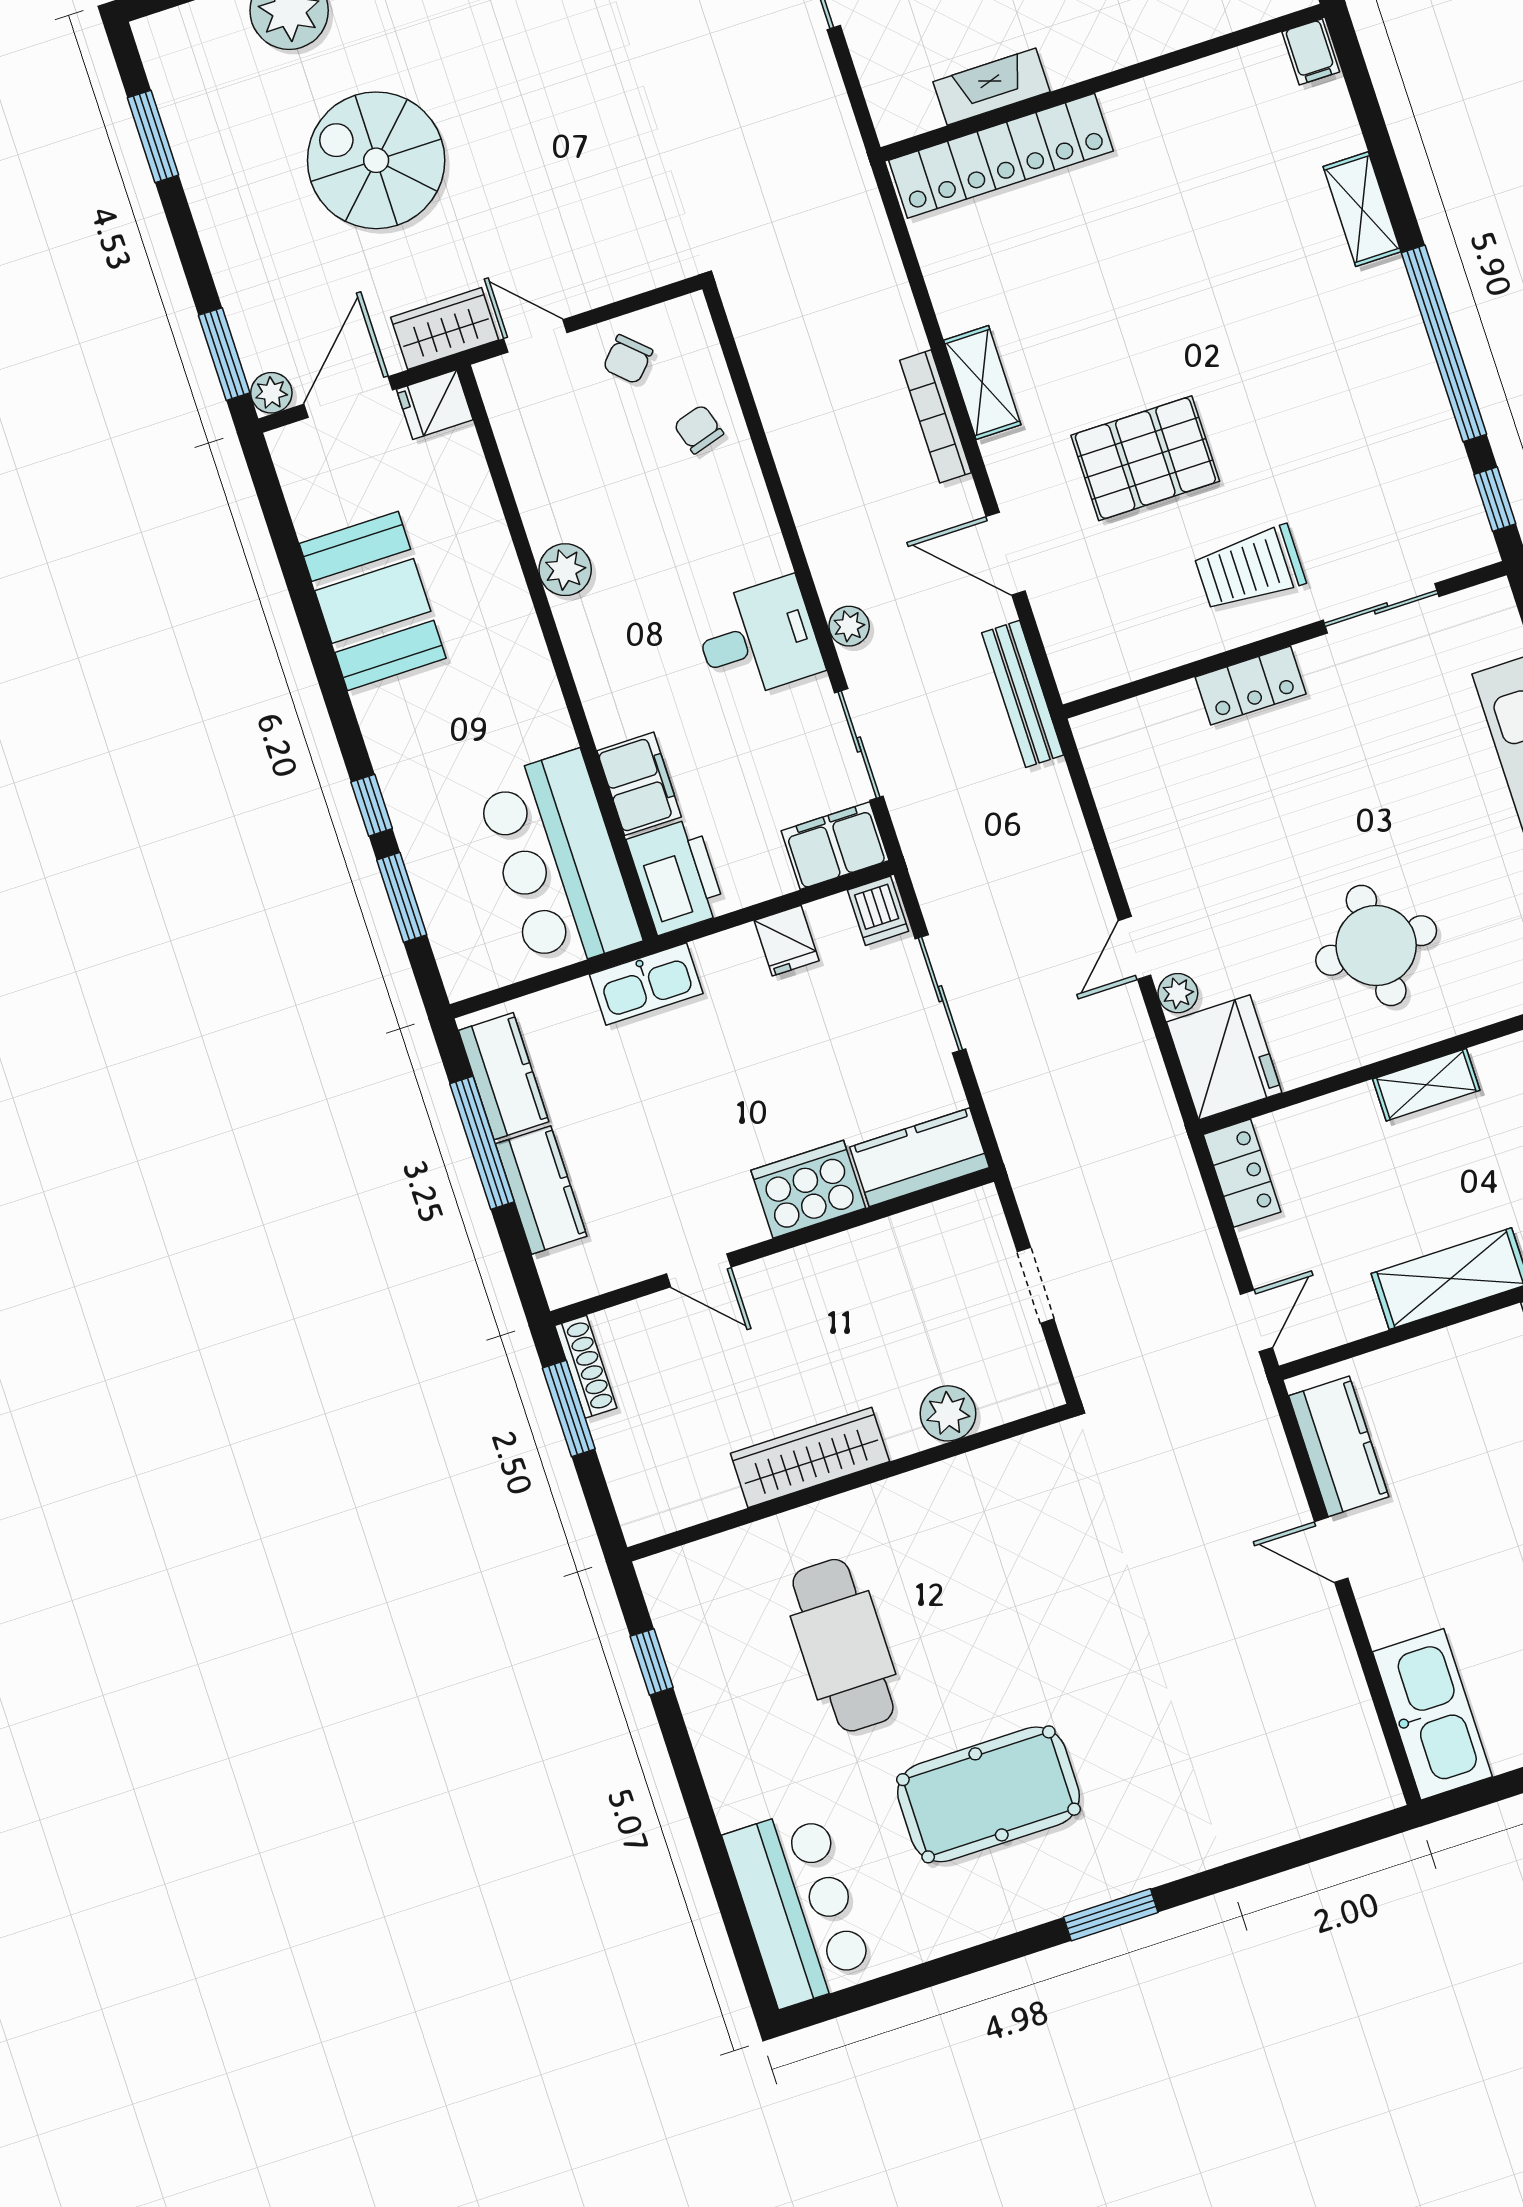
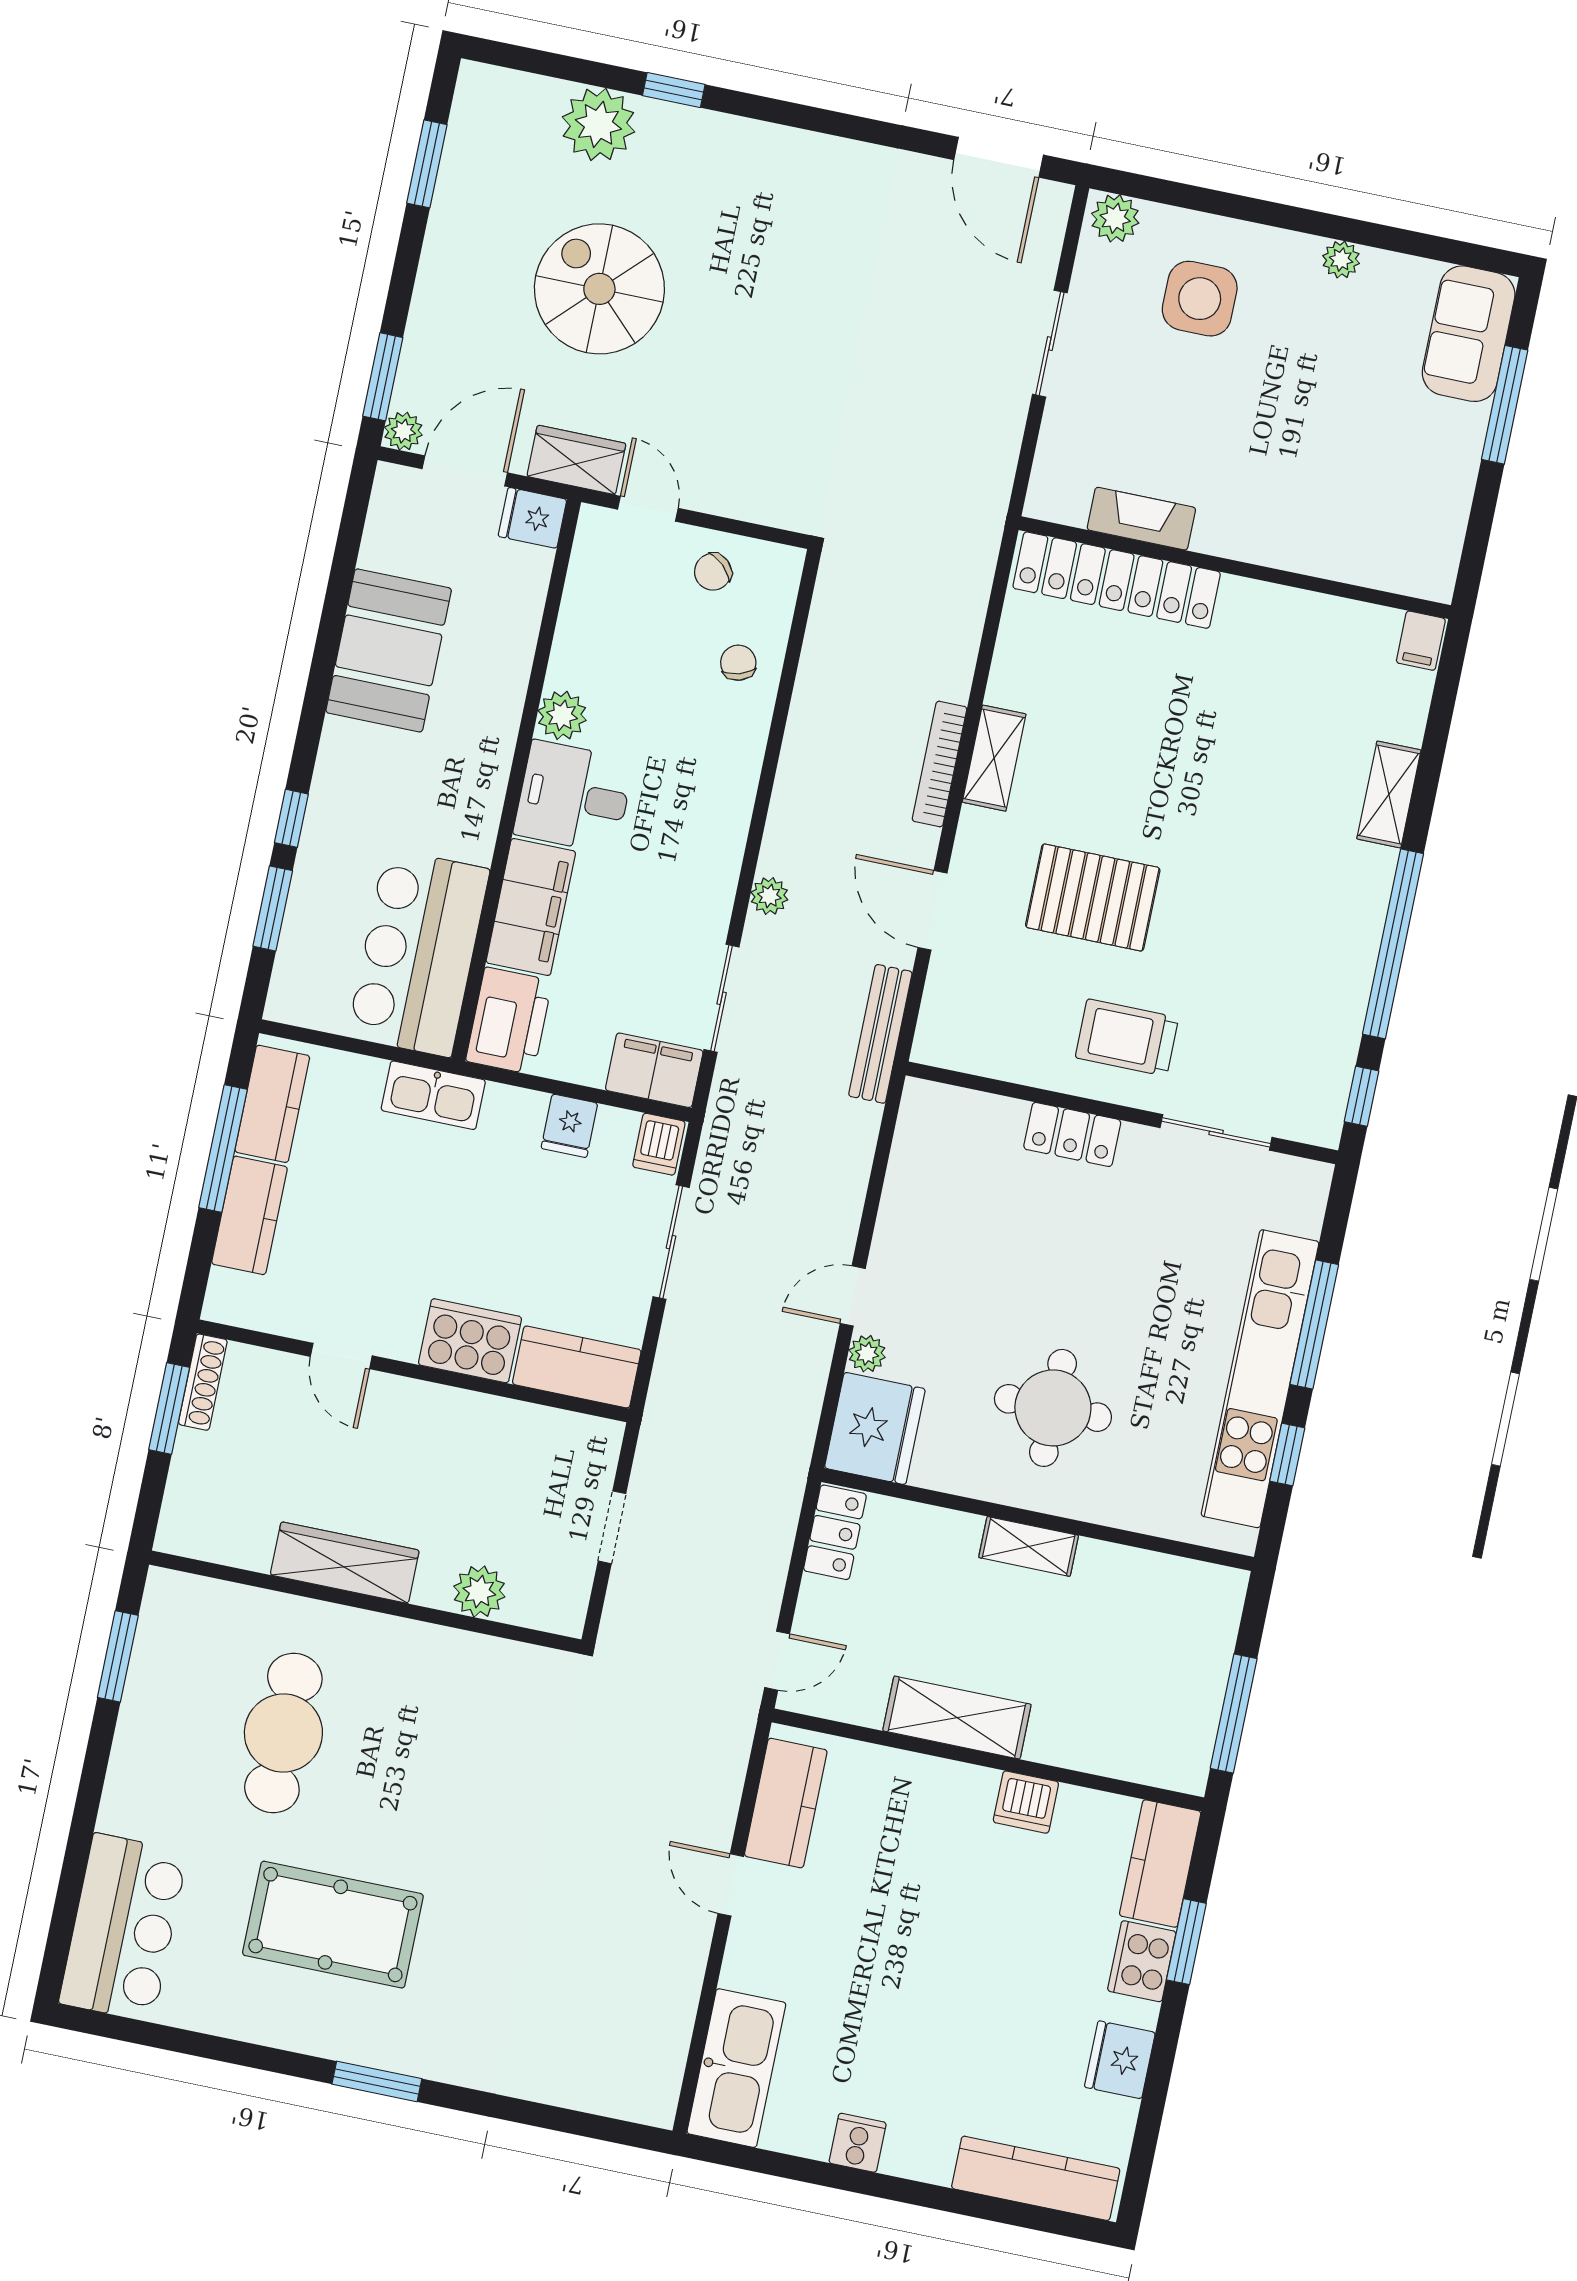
desk: (758, 639) -> (574, 797), moved, turned 180
filing cabinet: (639, 784) -> (531, 907), width x1.50, depth x1.17
window: (652, 1662) -> (118, 1656), width x1.50

